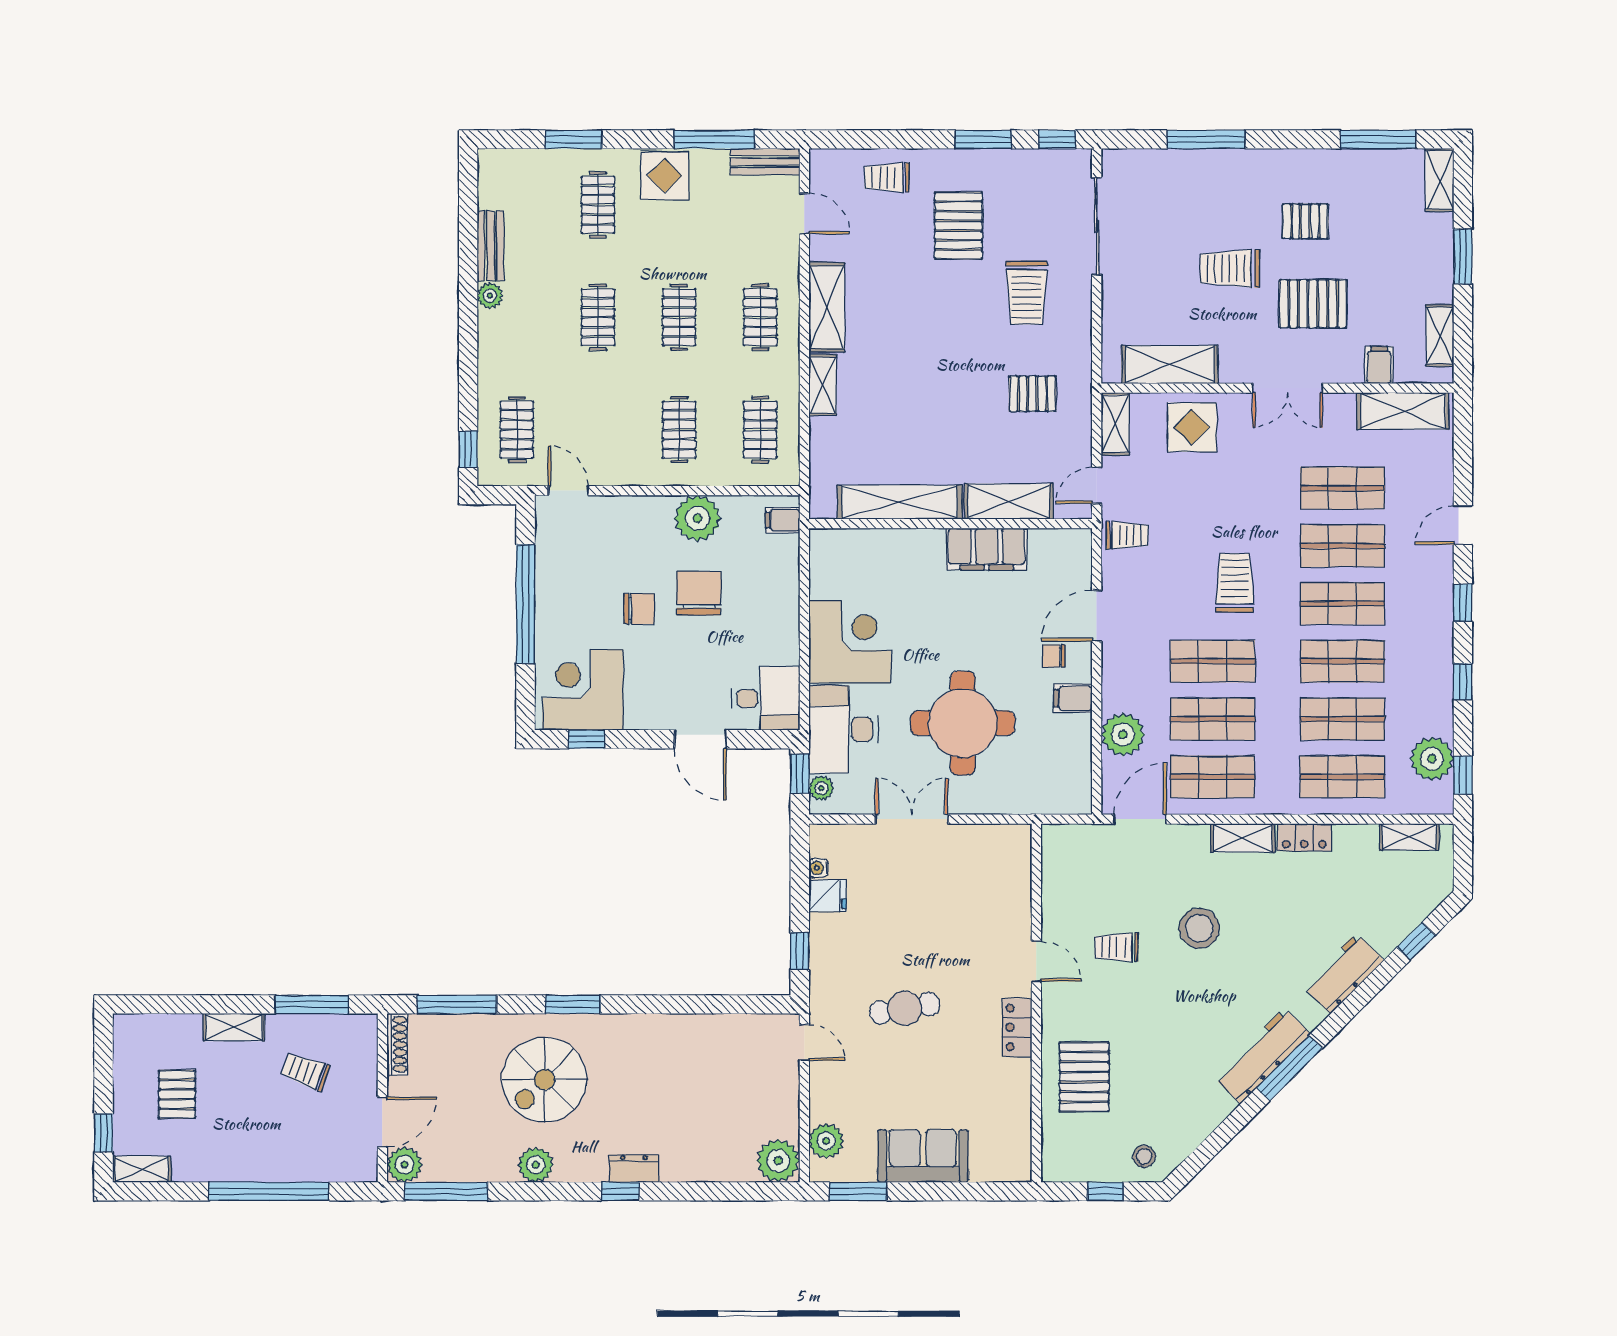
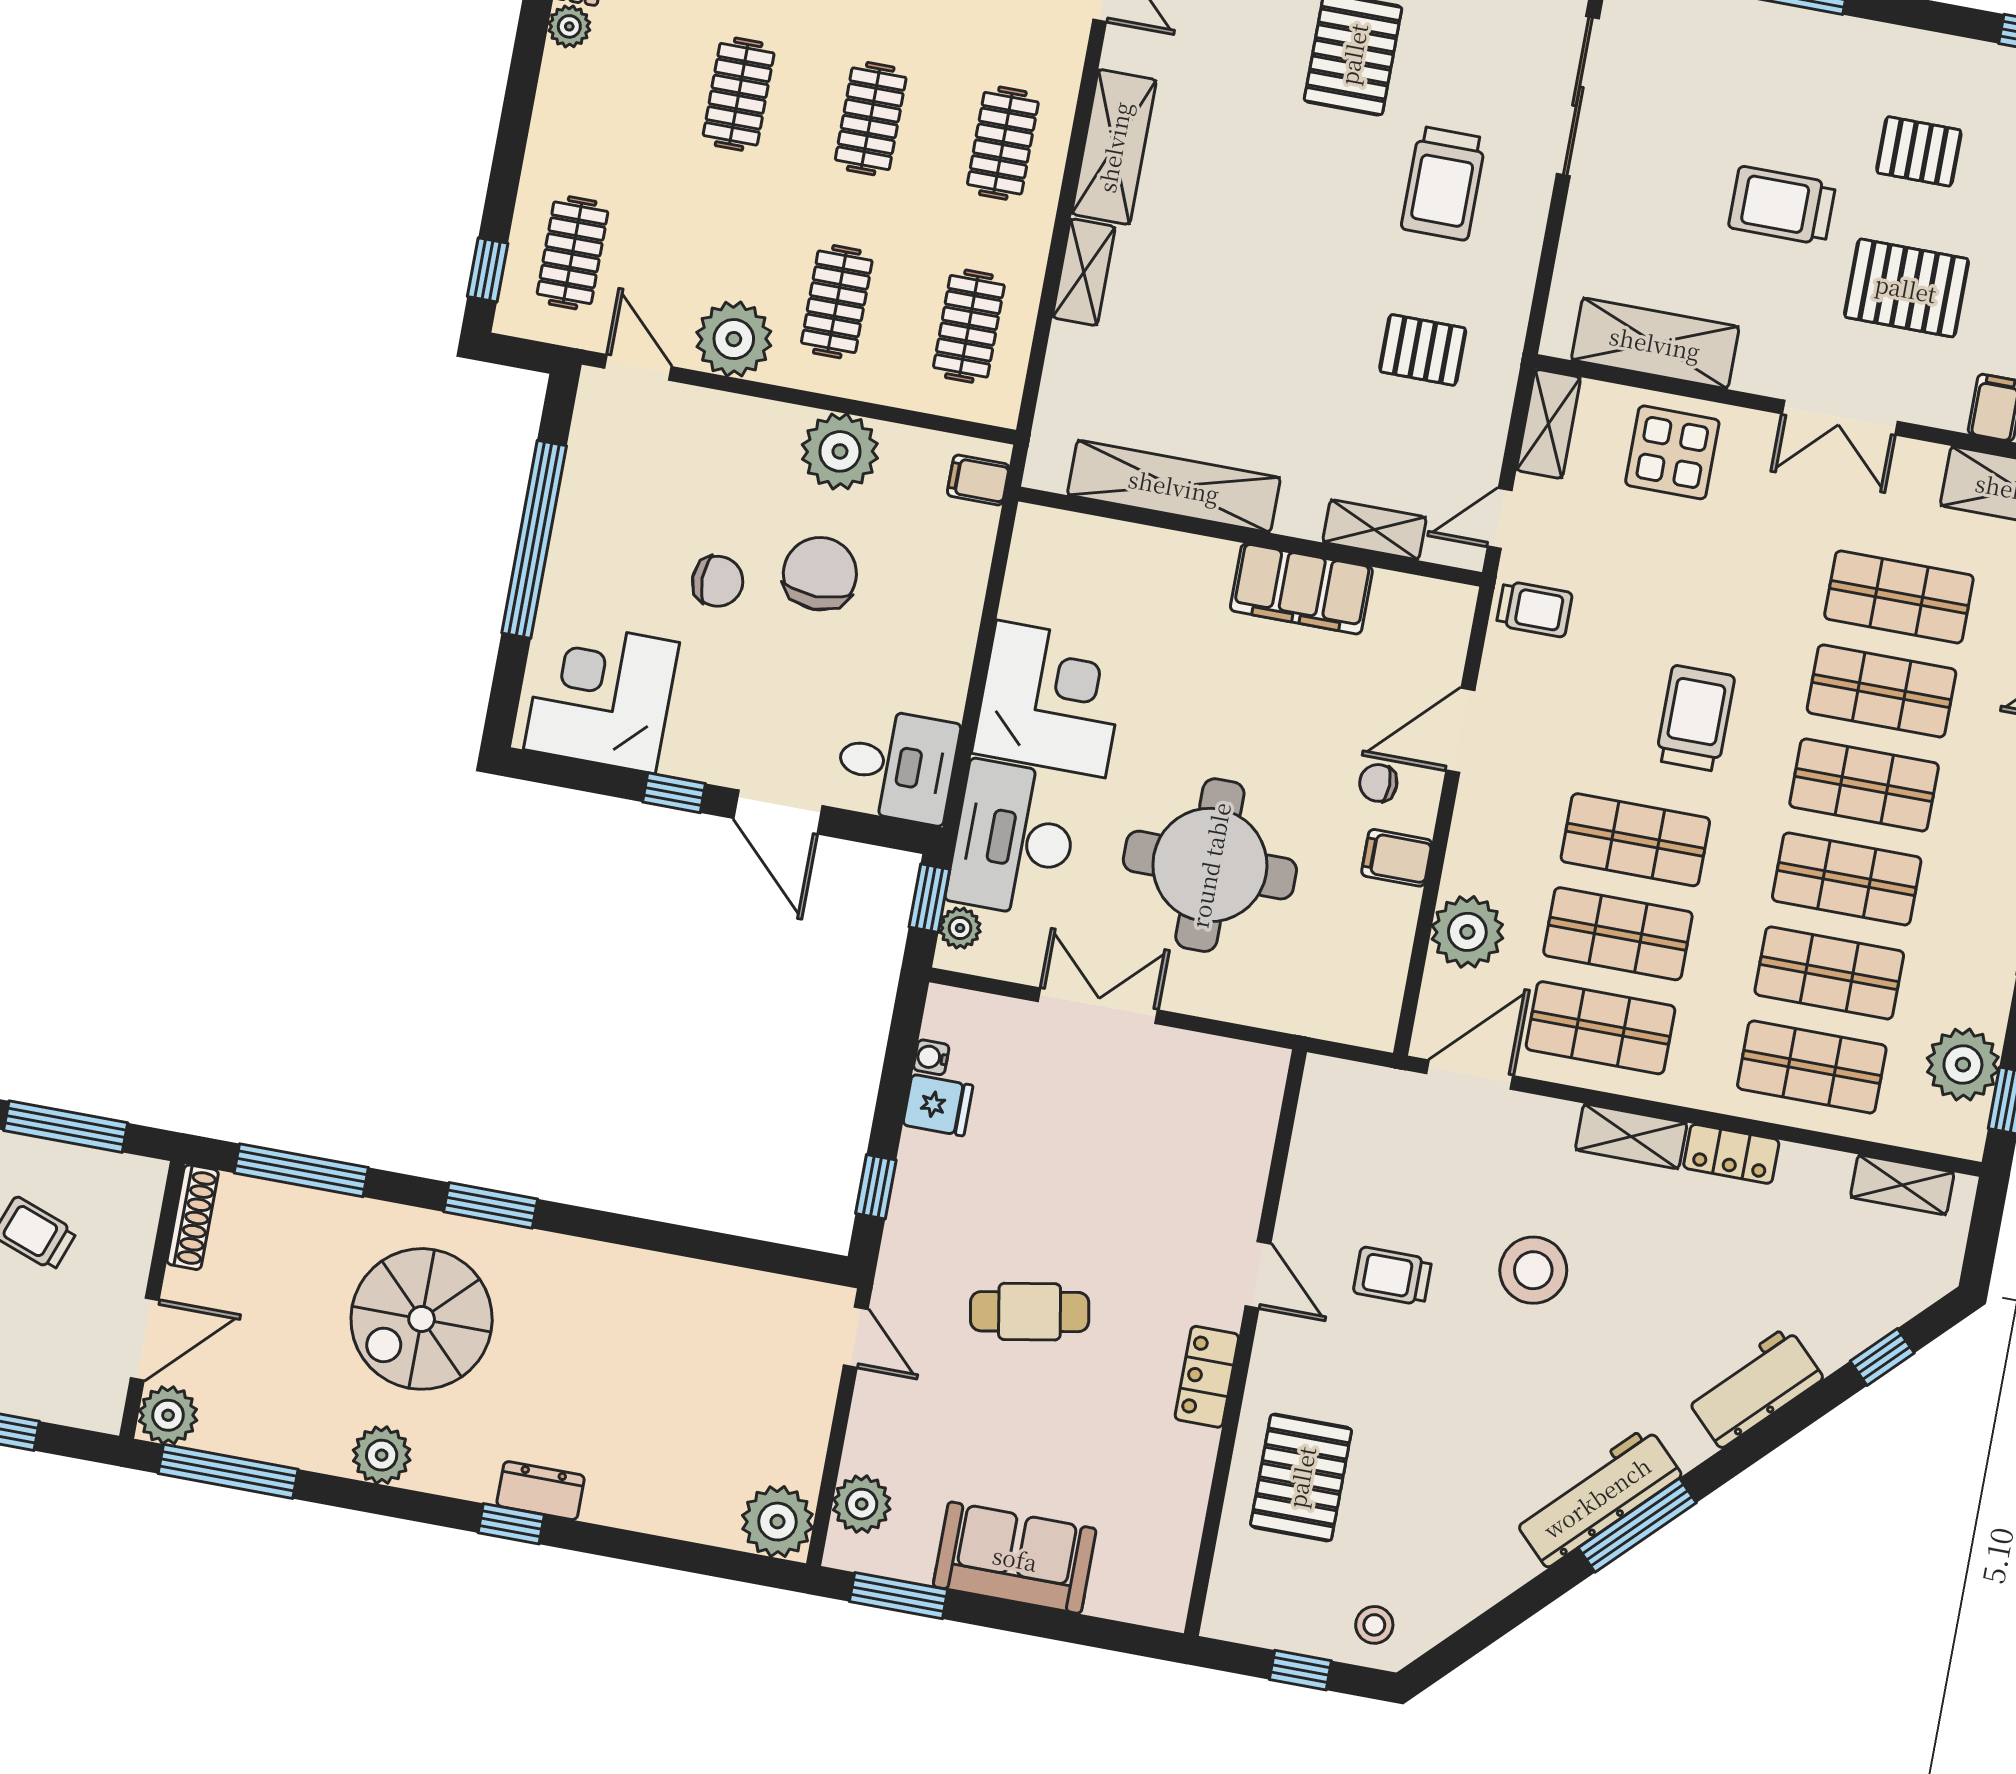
plant: (622, 463) -> (734, 339), added
shelving: (1009, 501) -> (1375, 530), width x0.67, depth x0.75
window: (587, 739) -> (674, 793), moved

